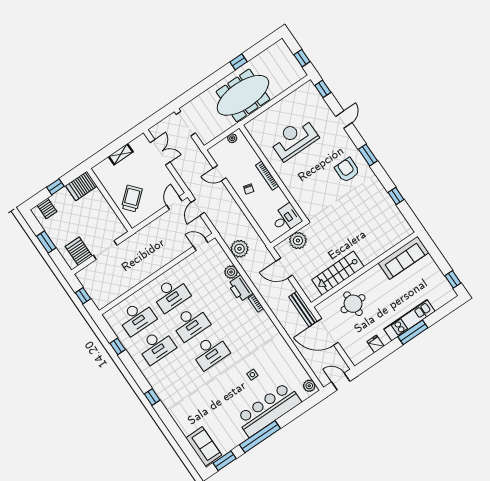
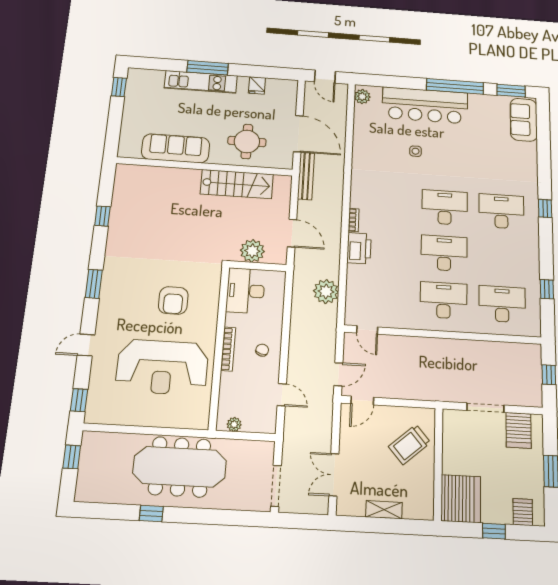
reception desk: (294, 139) -> (162, 367), width x1.36, depth x1.30
armchair: (347, 170) -> (173, 300), moved
server rack: (81, 186) -> (461, 499), width x1.60
desk: (286, 218) -> (246, 291), width x1.37
sofa: (403, 258) -> (176, 148), moved
plant: (231, 272) -> (356, 274), removed
desk: (156, 346) -> (501, 211), moved

